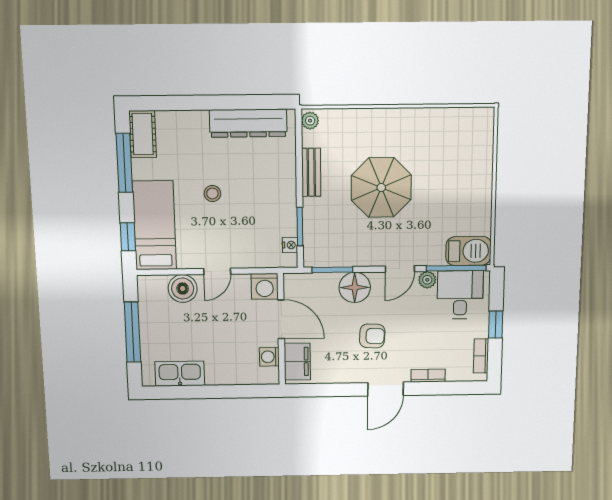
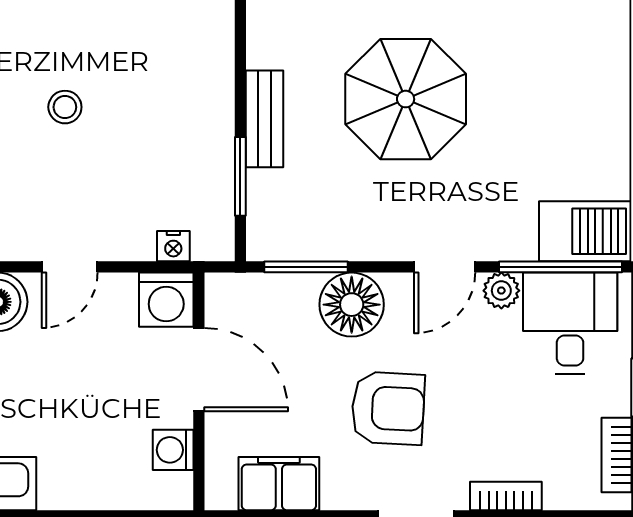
bench: (311, 172) -> (264, 119), moved
nightstand: (290, 245) -> (173, 246), moved, turned 90
armchair: (372, 336) -> (388, 408), width x1.38, depth x1.38
filing cabinet: (297, 362) -> (279, 484), moved, turned -90

